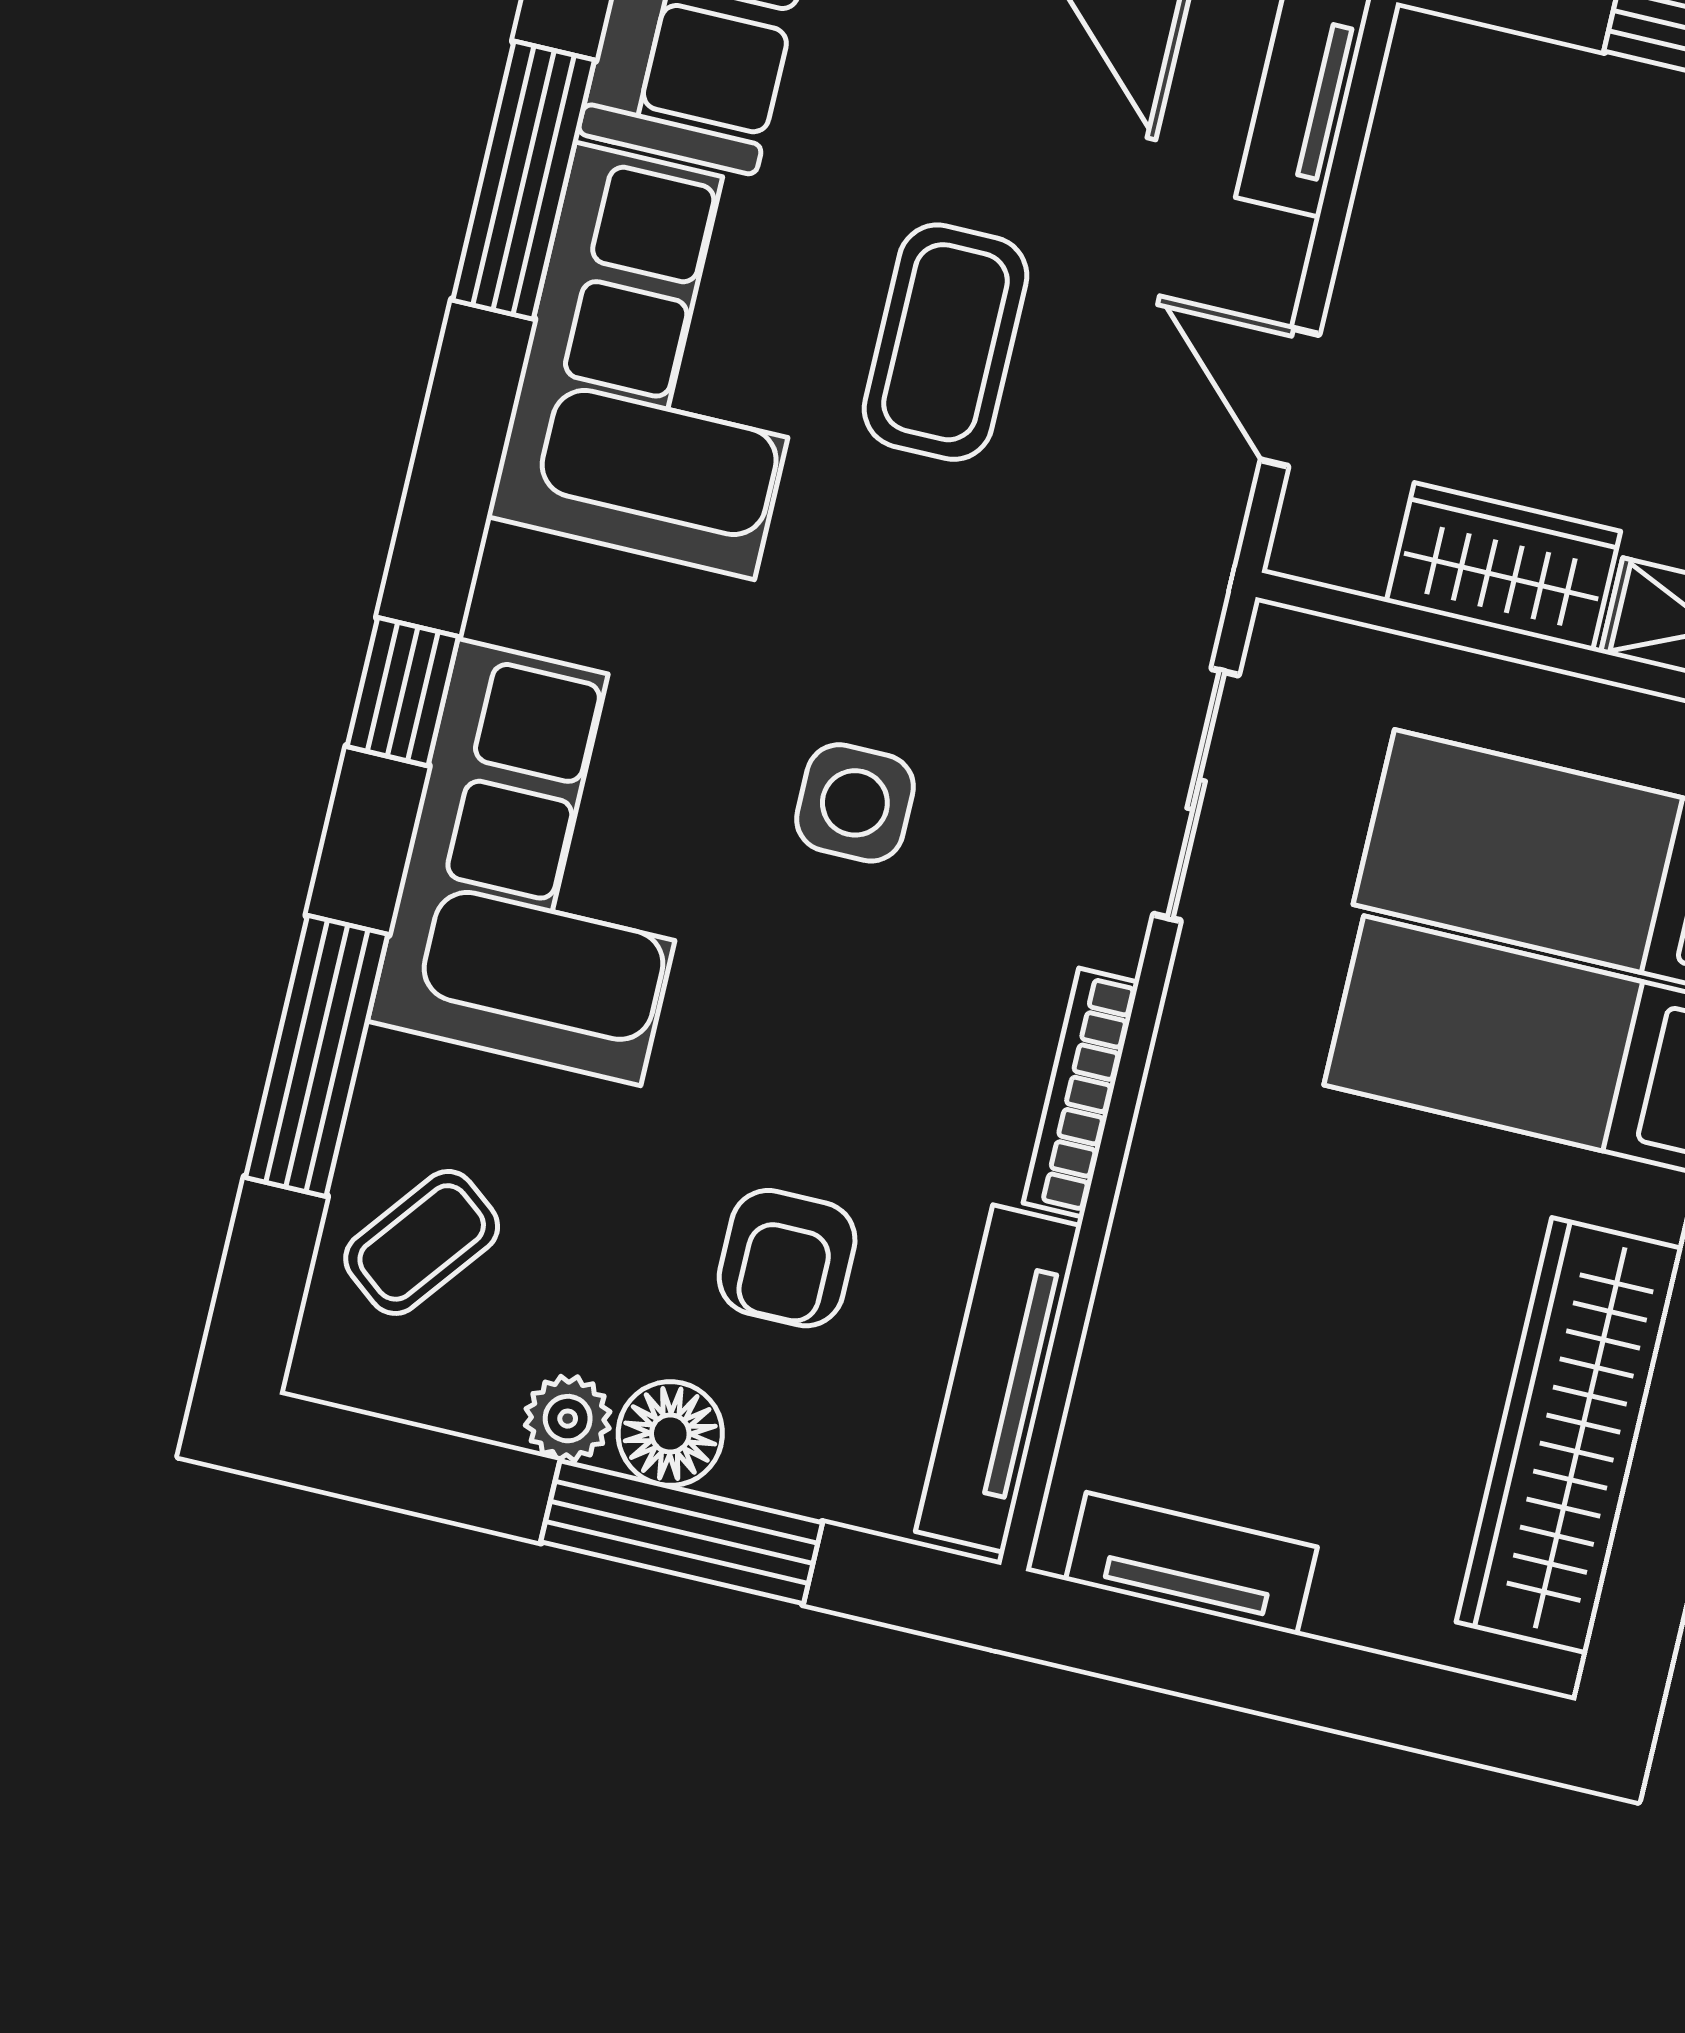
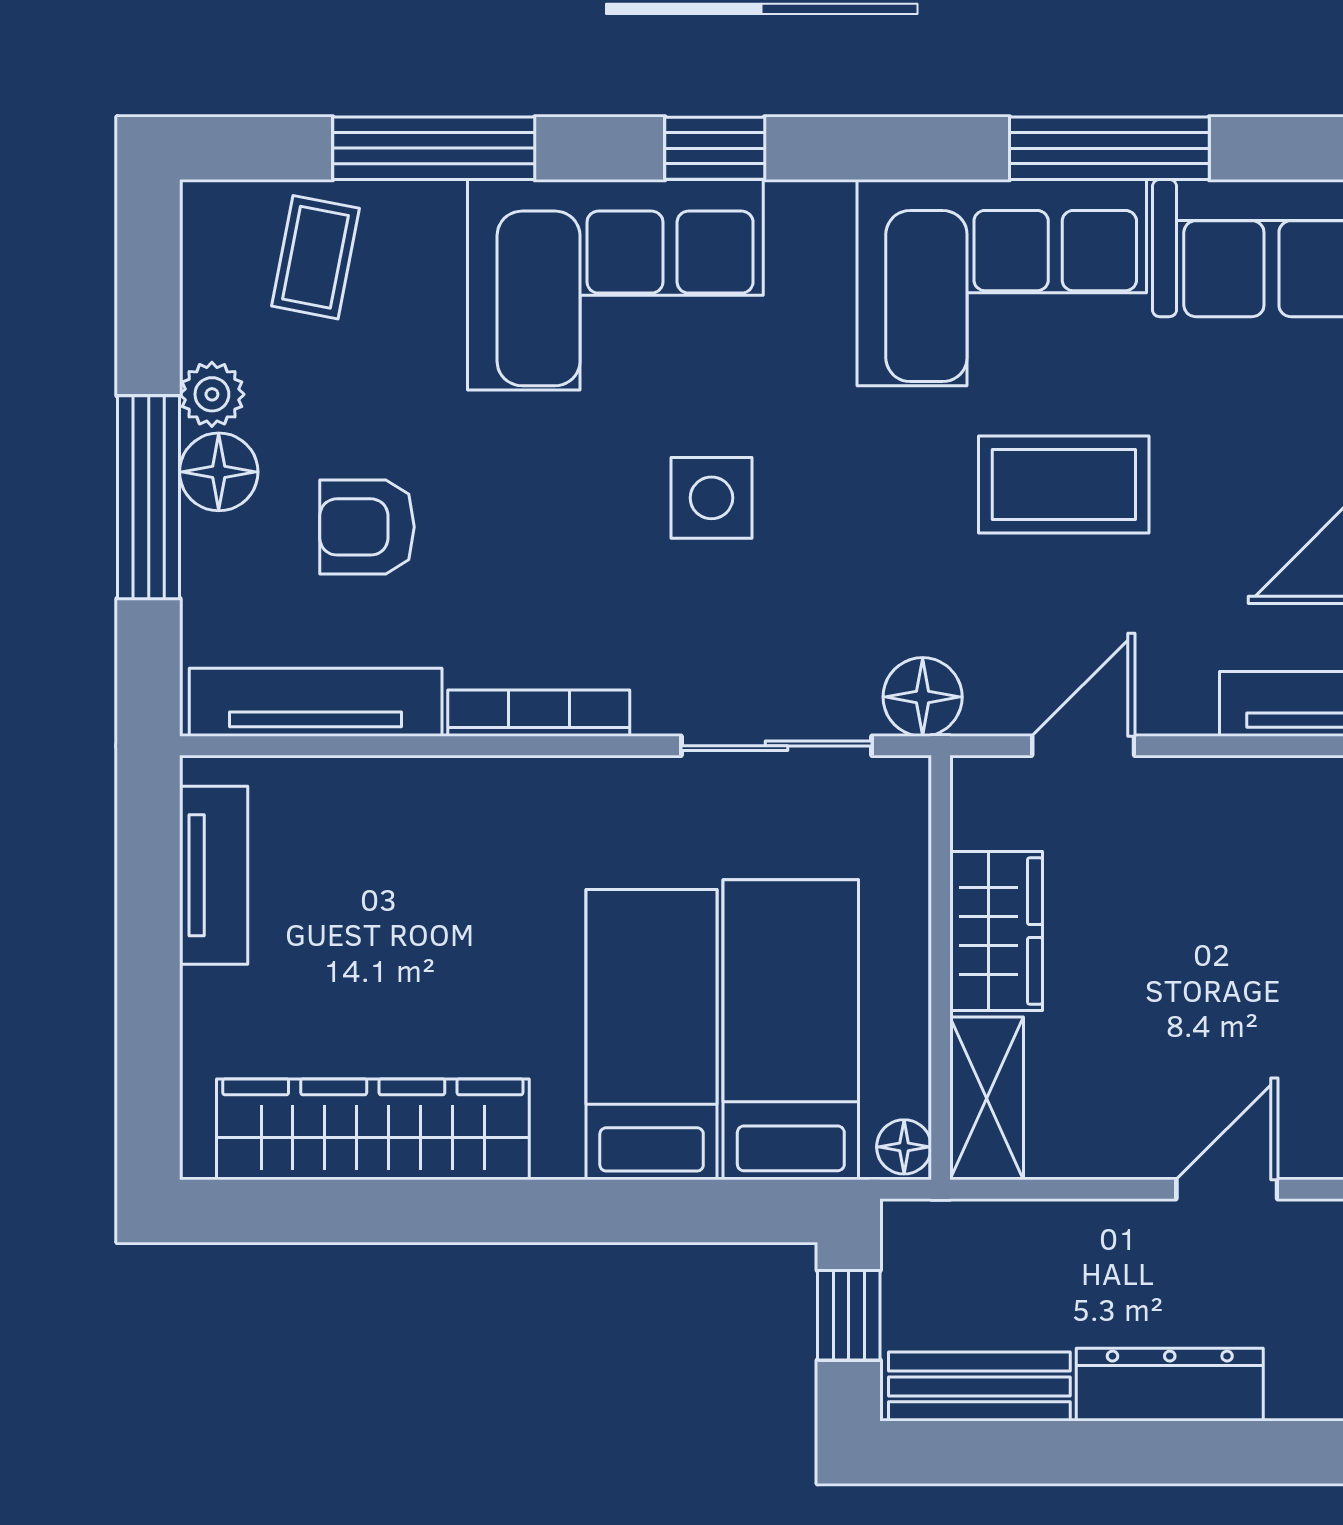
floor lamp: (1178, 590) -> (923, 697), added
coffee table: (422, 1242) -> (315, 257), turned 63

